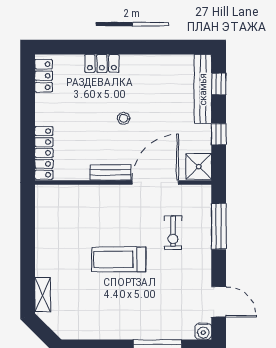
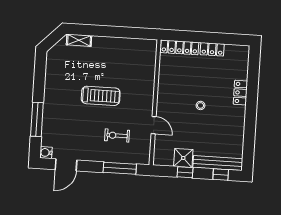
locker: (44, 76) -> (212, 49), moved
shower: (199, 167) -> (183, 158), moved
bench: (110, 172) -> (163, 94), removed
door: (155, 182) -> (154, 125), width x0.53
treadmill: (119, 259) -> (101, 96), turned 90

